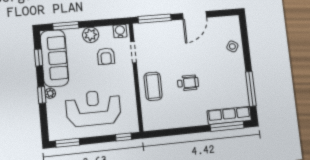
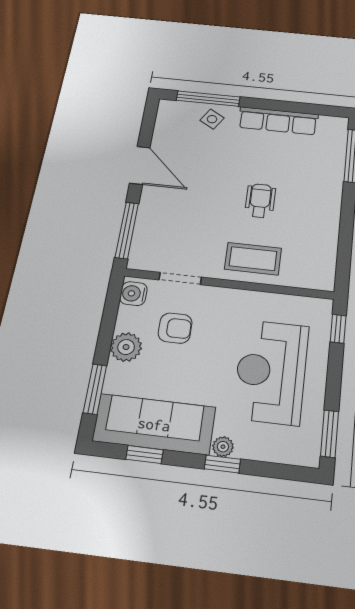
window: (251, 89) -> (208, 99), moved
row of seats: (229, 115) -> (278, 121), moved, turned -90

